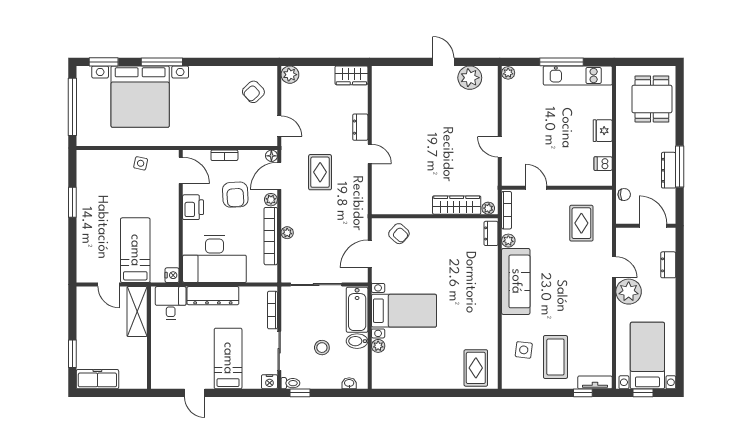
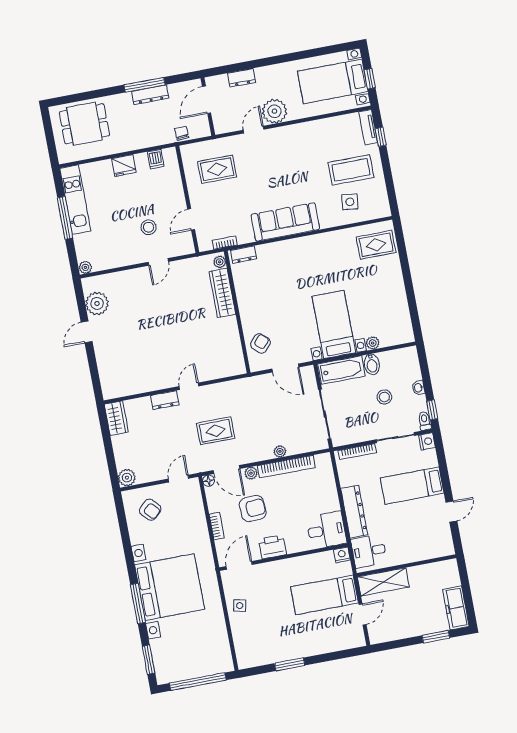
bed with nightstands: (140, 97) -> (170, 587), moved
stool: (536, 144) -> (149, 227), added
bookcase: (507, 210) -> (225, 243), width x0.64
plant: (508, 241) -> (247, 237), removed
desk: (214, 259) -> (326, 530), width x0.53, depth x0.77
washbasin: (349, 383) -> (418, 388), moved

